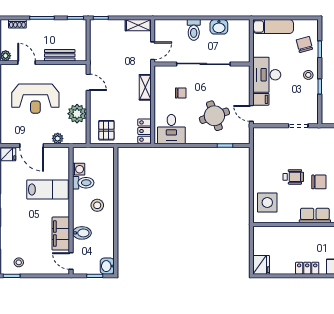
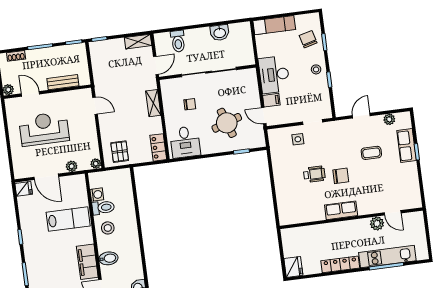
toilet: (194, 30) -> (178, 41), moved
reception desk: (35, 99) -> (44, 129), turned 180
plant: (77, 114) -> (96, 164), moved, width x0.53, depth x0.53
side table: (267, 202) -> (298, 139), moved, width x0.54, depth x0.54
stool: (97, 205) -> (108, 228), moved
locker: (307, 268) -> (340, 264), width x1.53

